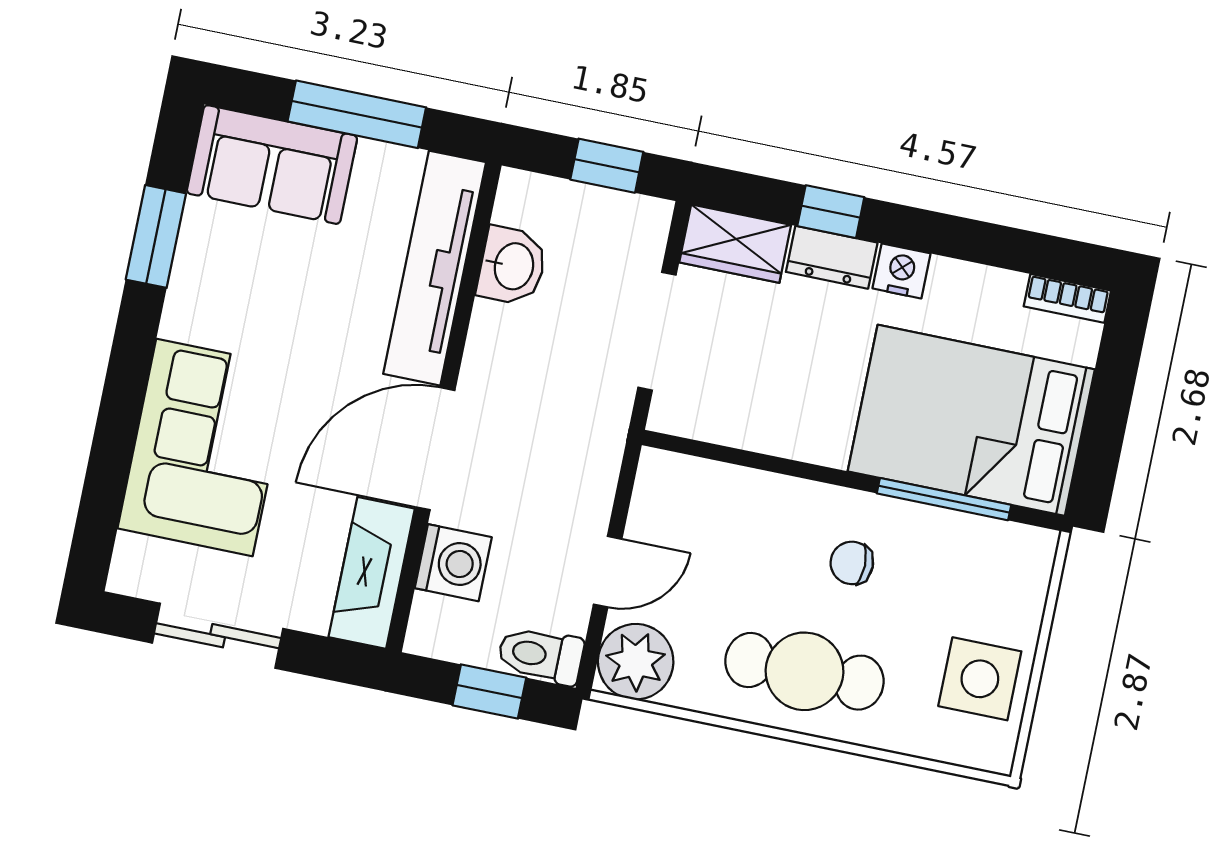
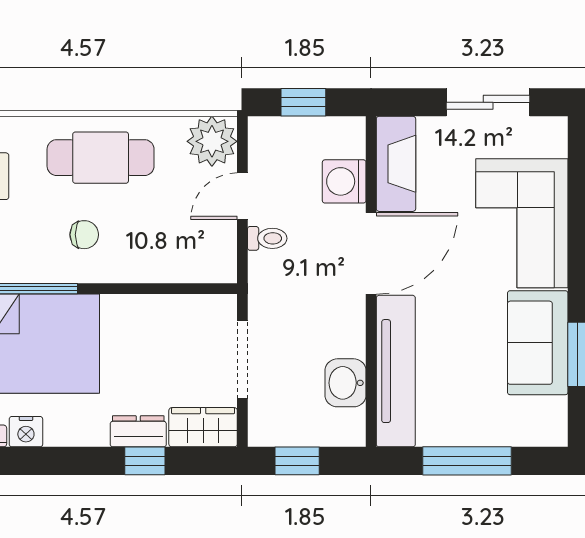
sofa: (272, 165) -> (538, 343), moved, turned -90
nightstand: (902, 271) -> (26, 432), moved
toilet: (541, 655) -> (267, 238), moved, width x0.73, depth x0.72

